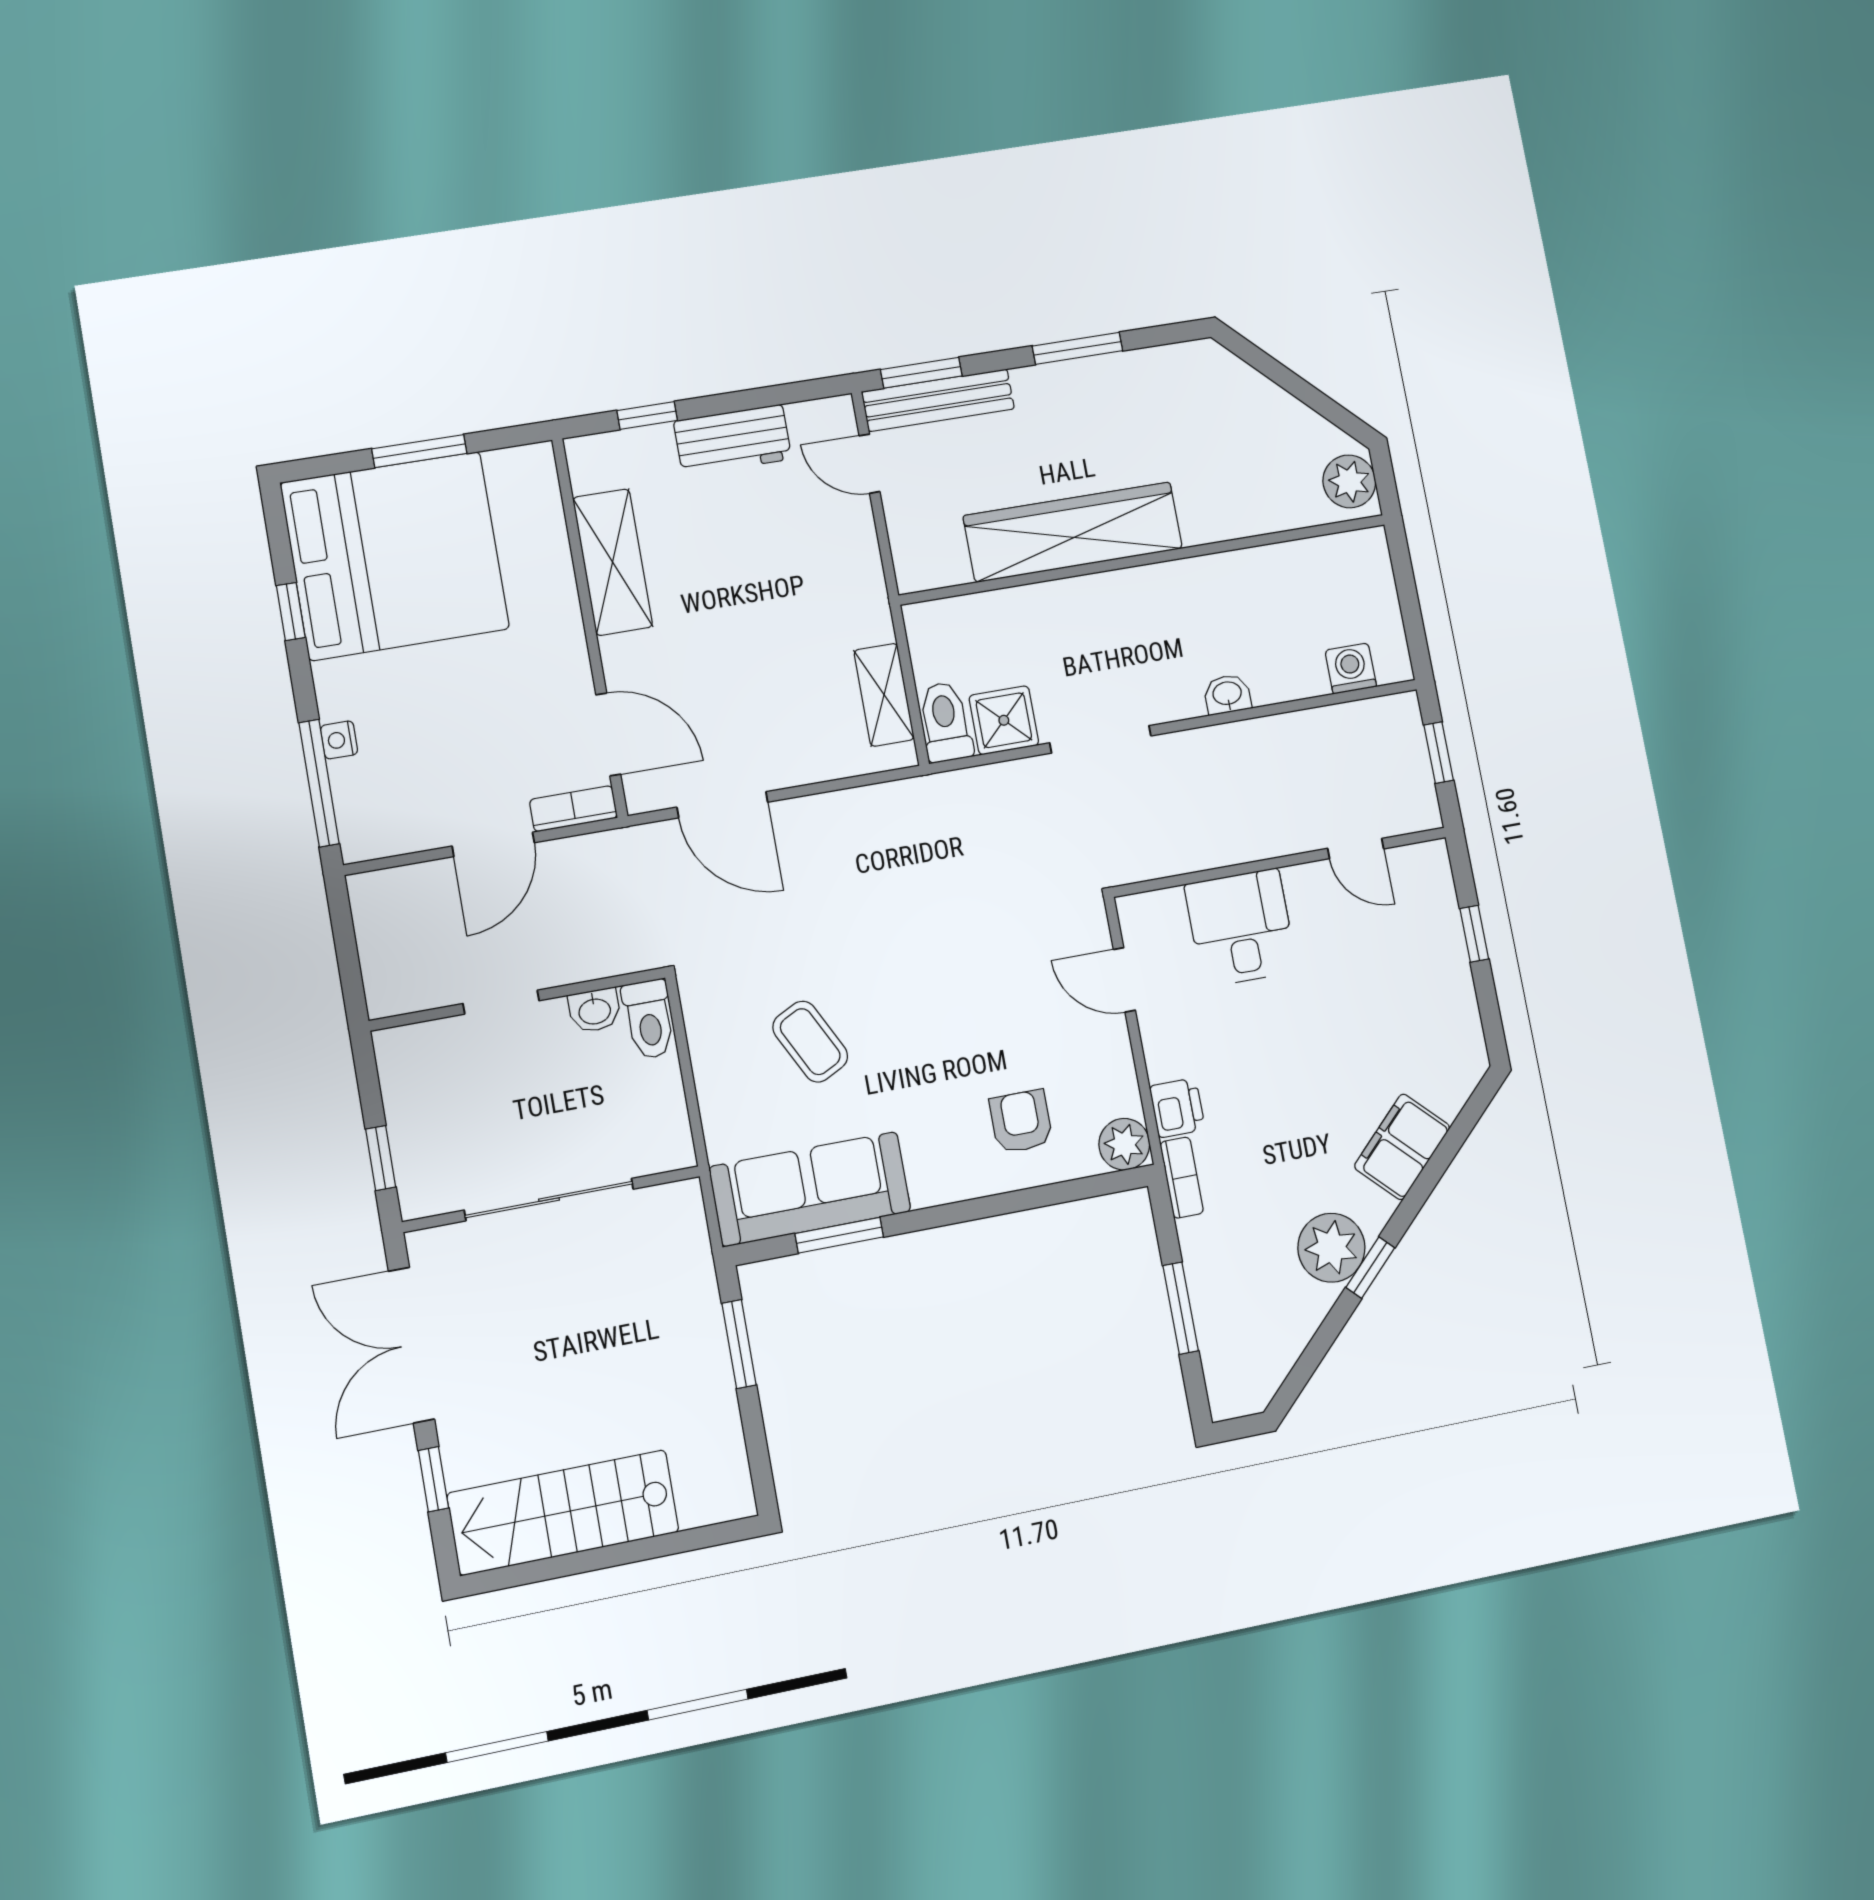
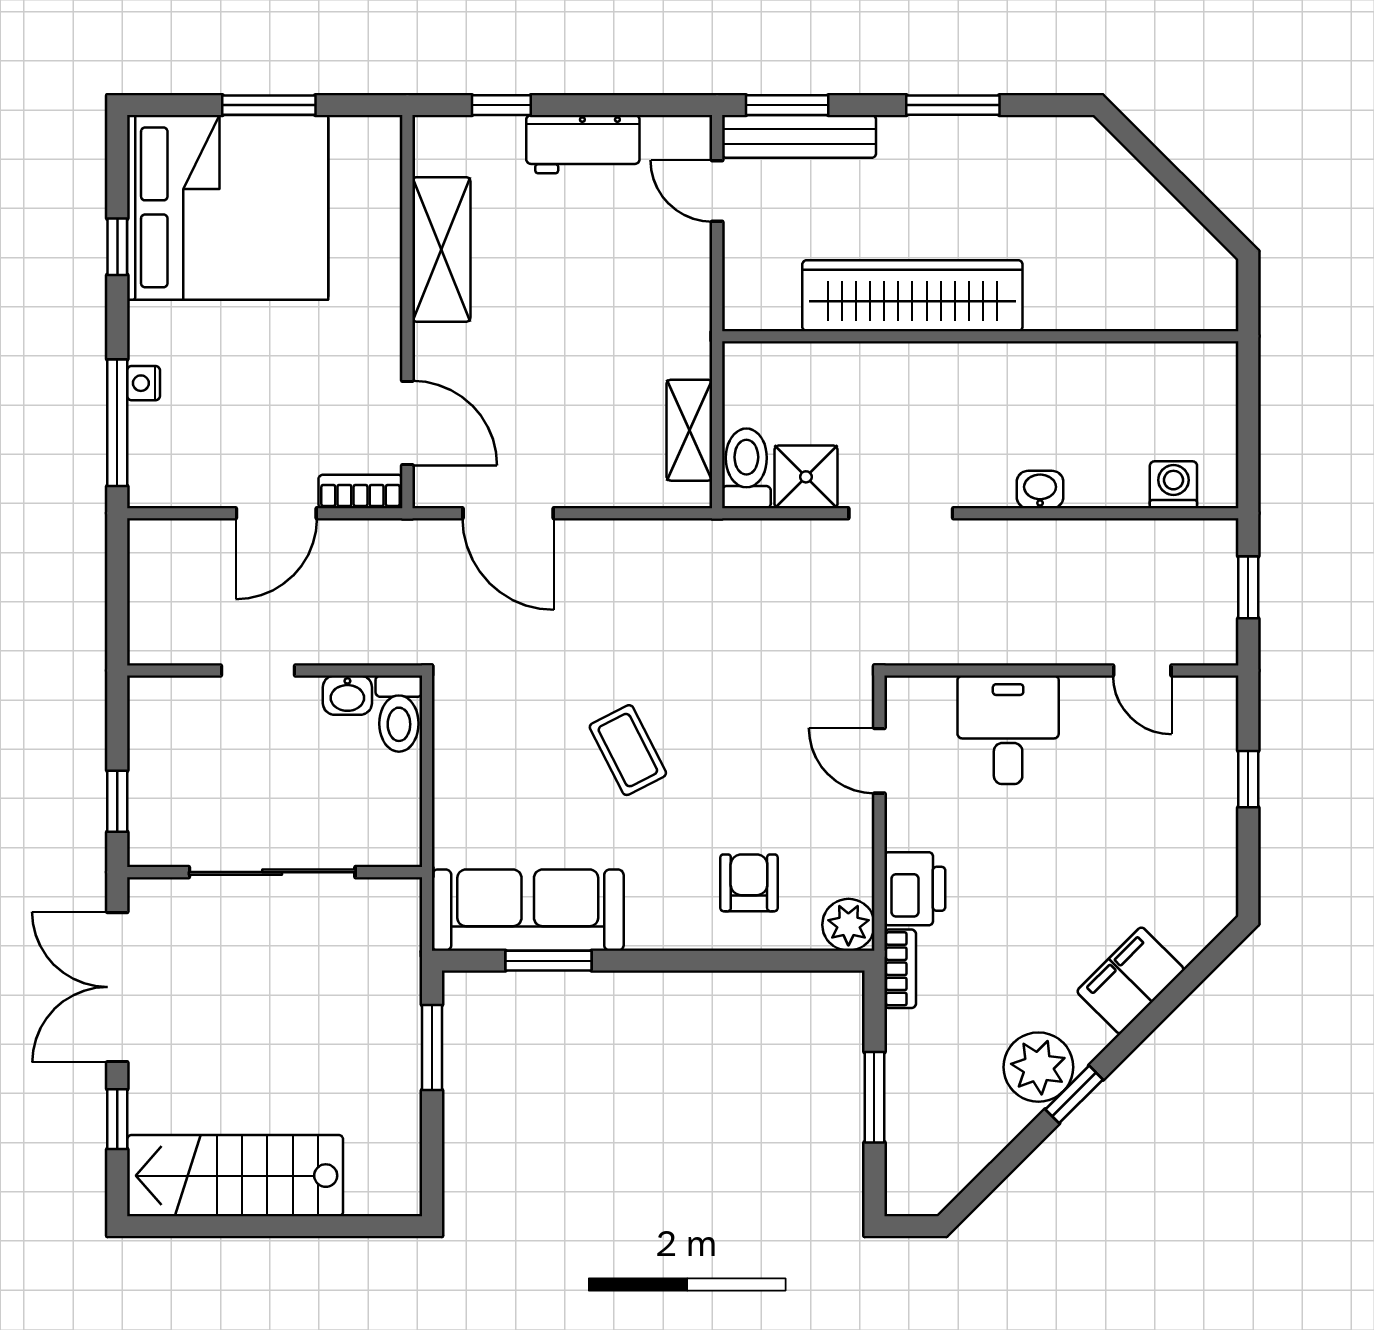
plant: (1349, 481) -> (1210, 290), removed
coffee table: (810, 1042) -> (628, 750), moved
printer: (1177, 1108) -> (915, 889), width x1.36, depth x1.24

